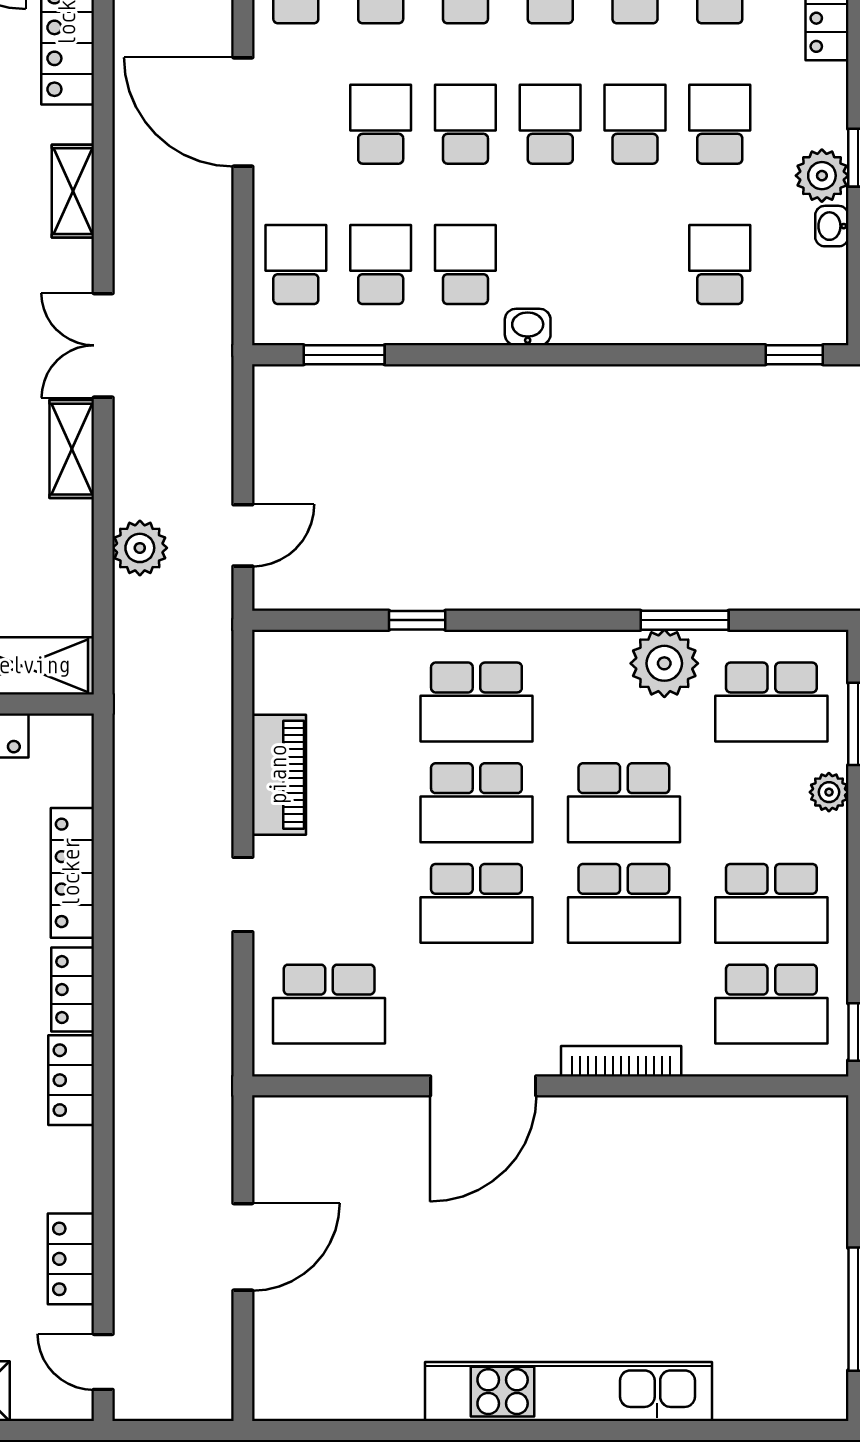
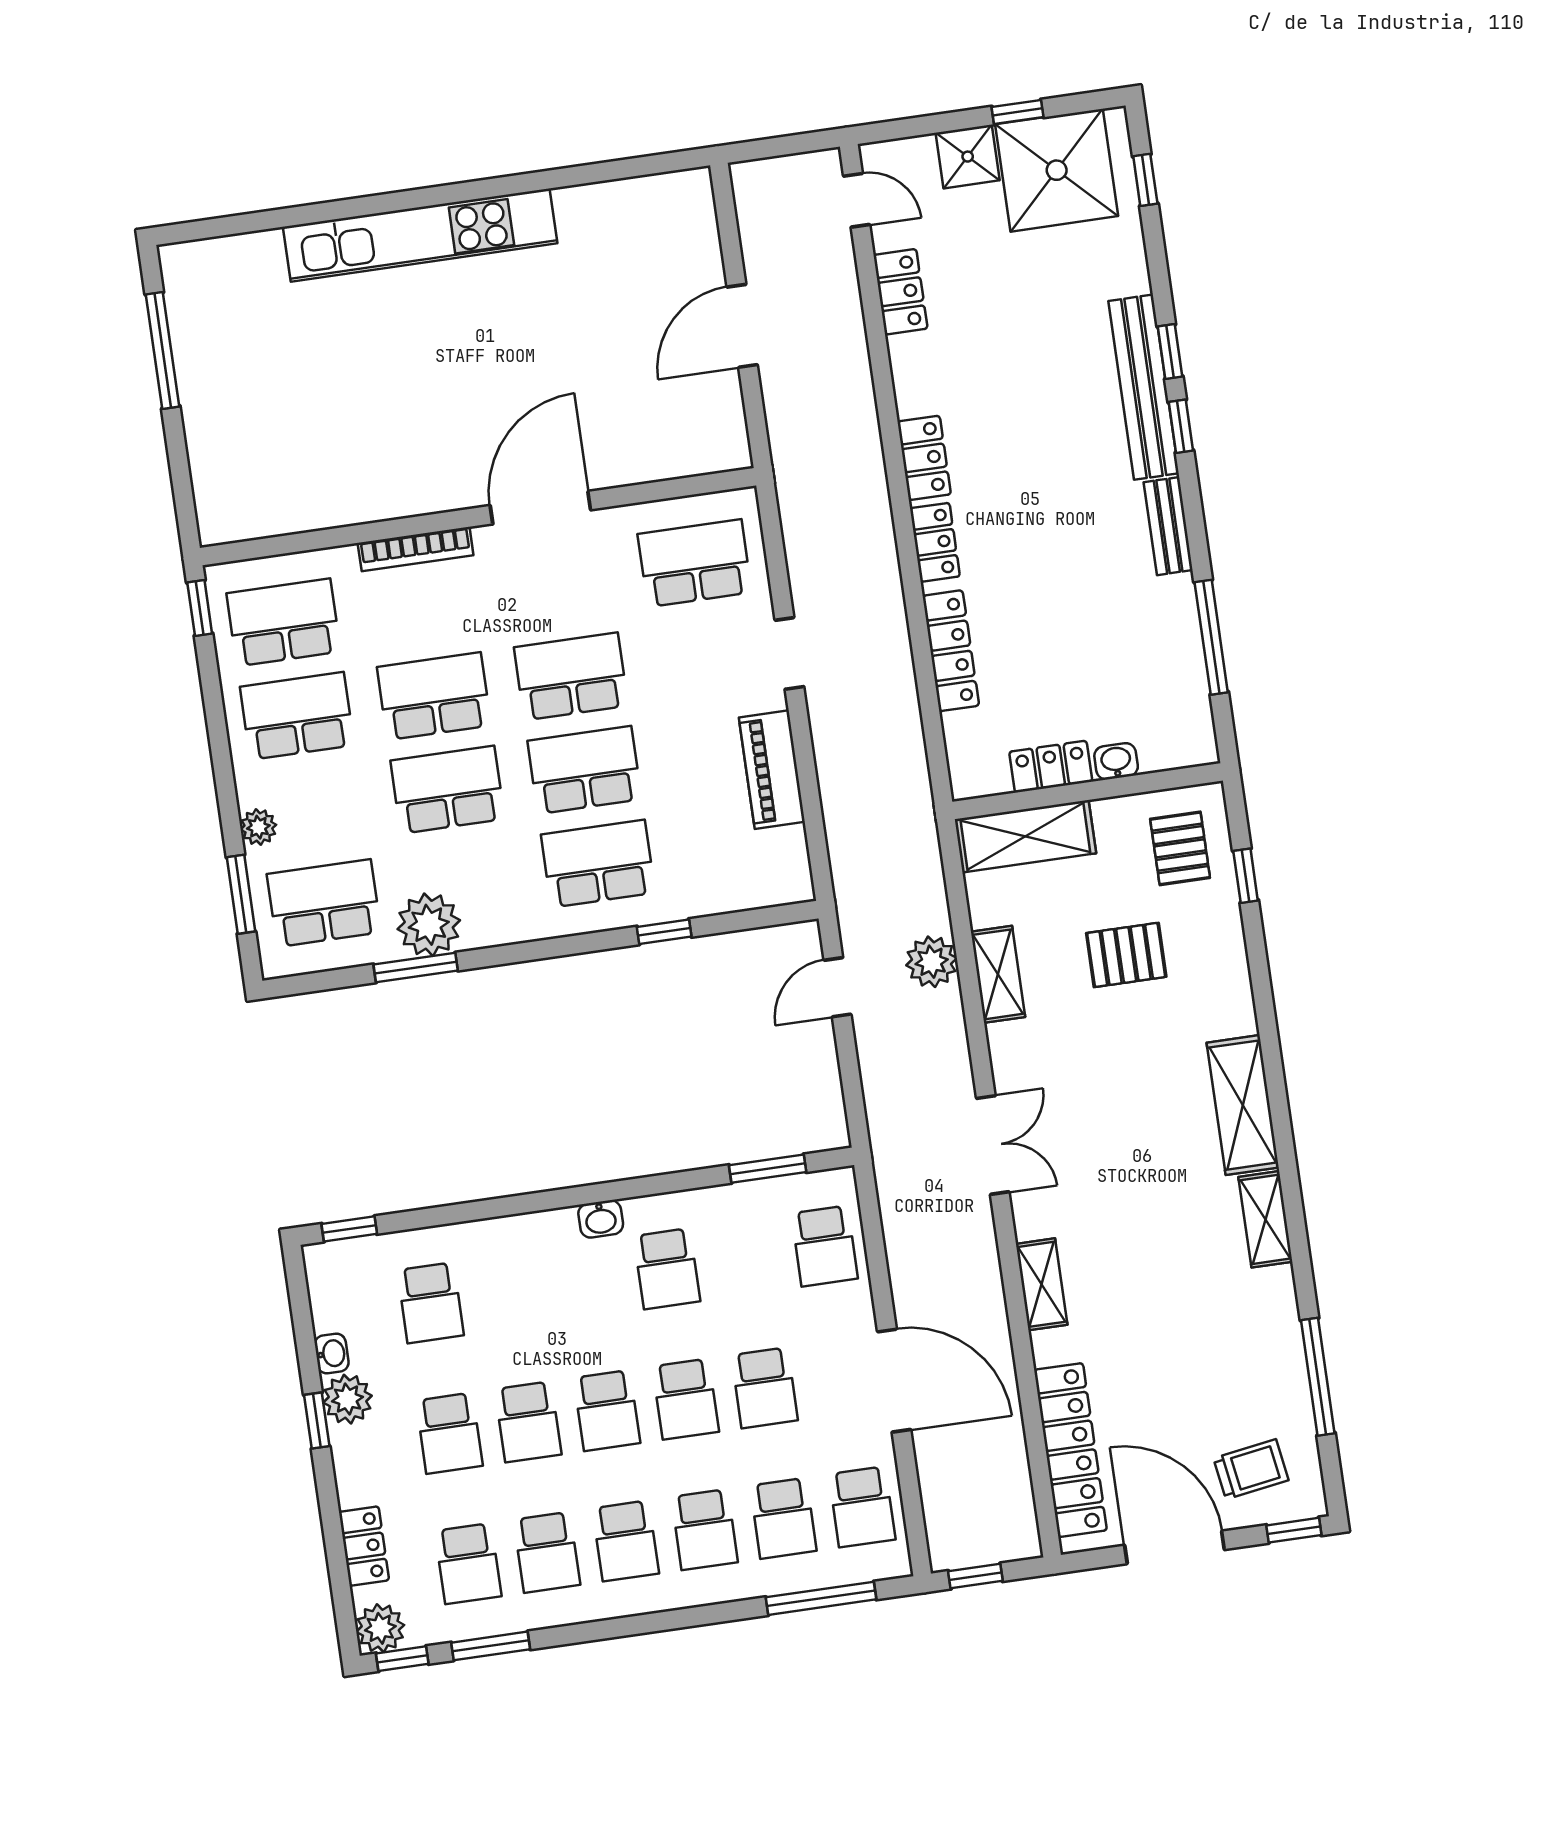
school desk: (381, 265) -> (746, 1257), removed
shelving: (72, 449) -> (998, 974), moved

